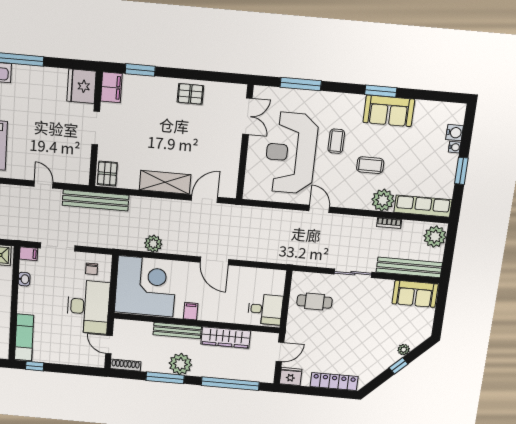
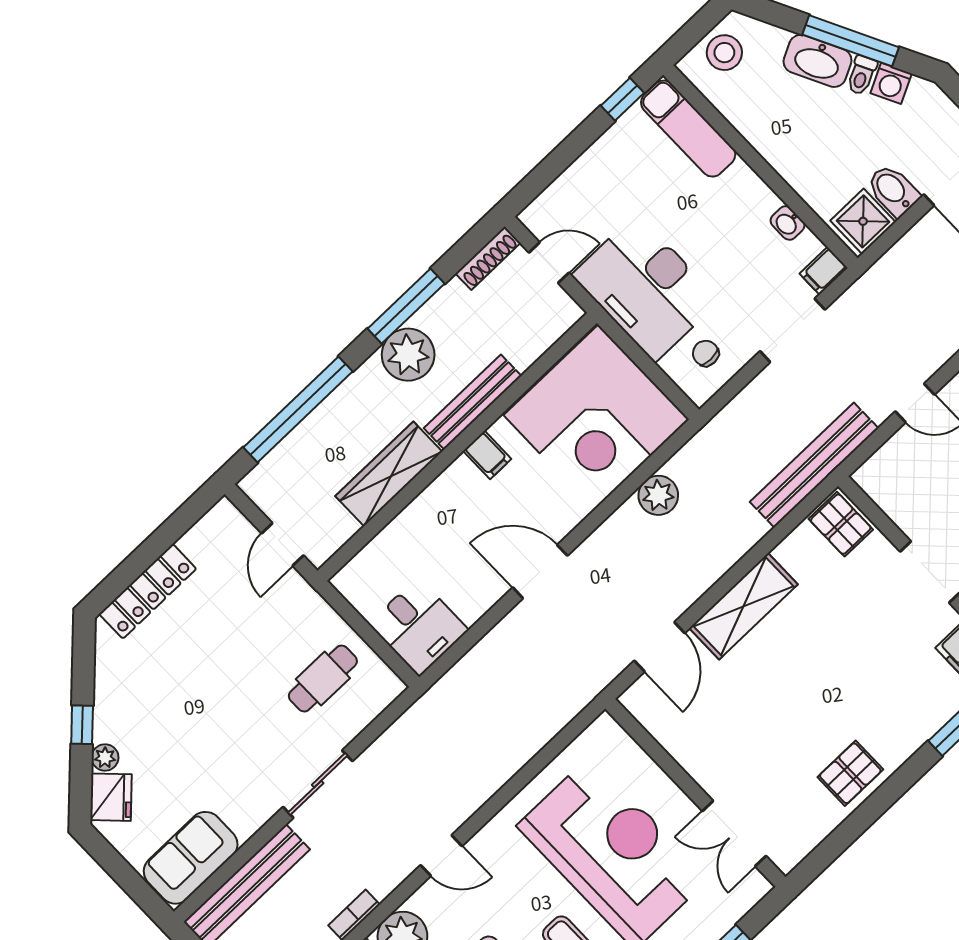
door: (319, 209) -> (441, 856), moved
desk: (265, 309) -> (418, 627), moved, turned -90
fridge: (291, 376) -> (111, 797), moved, turned -45

